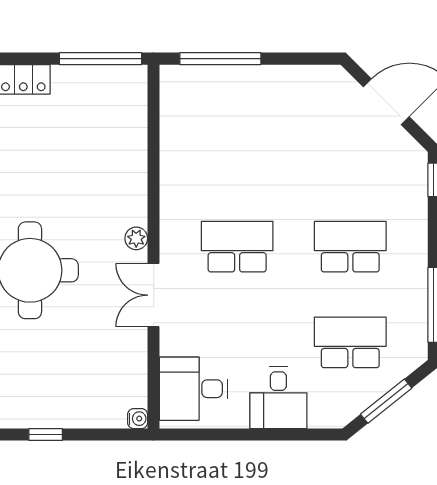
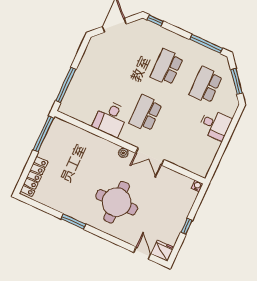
desk: (194, 389) -> (111, 119), moved

